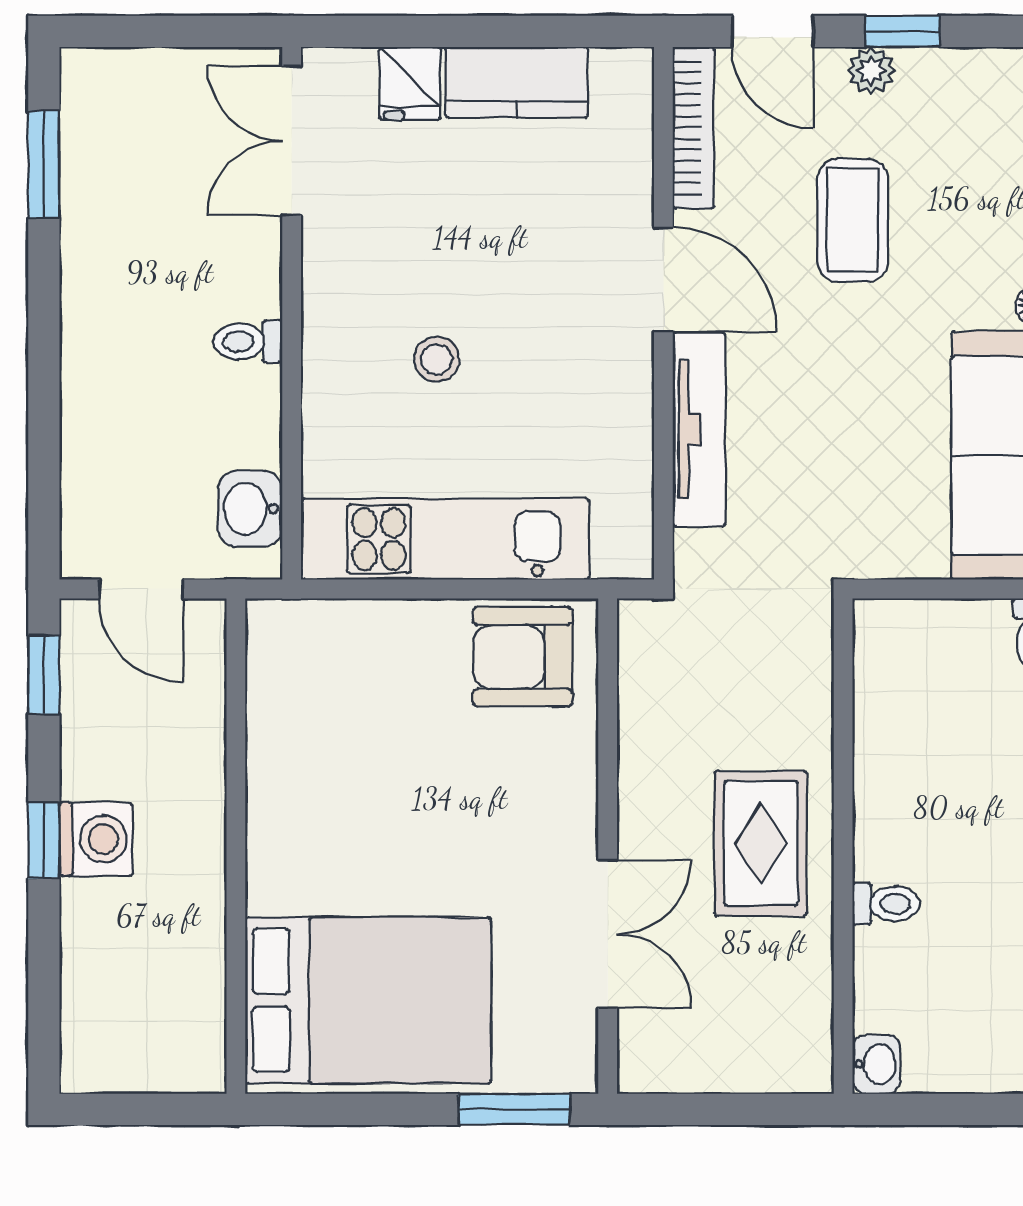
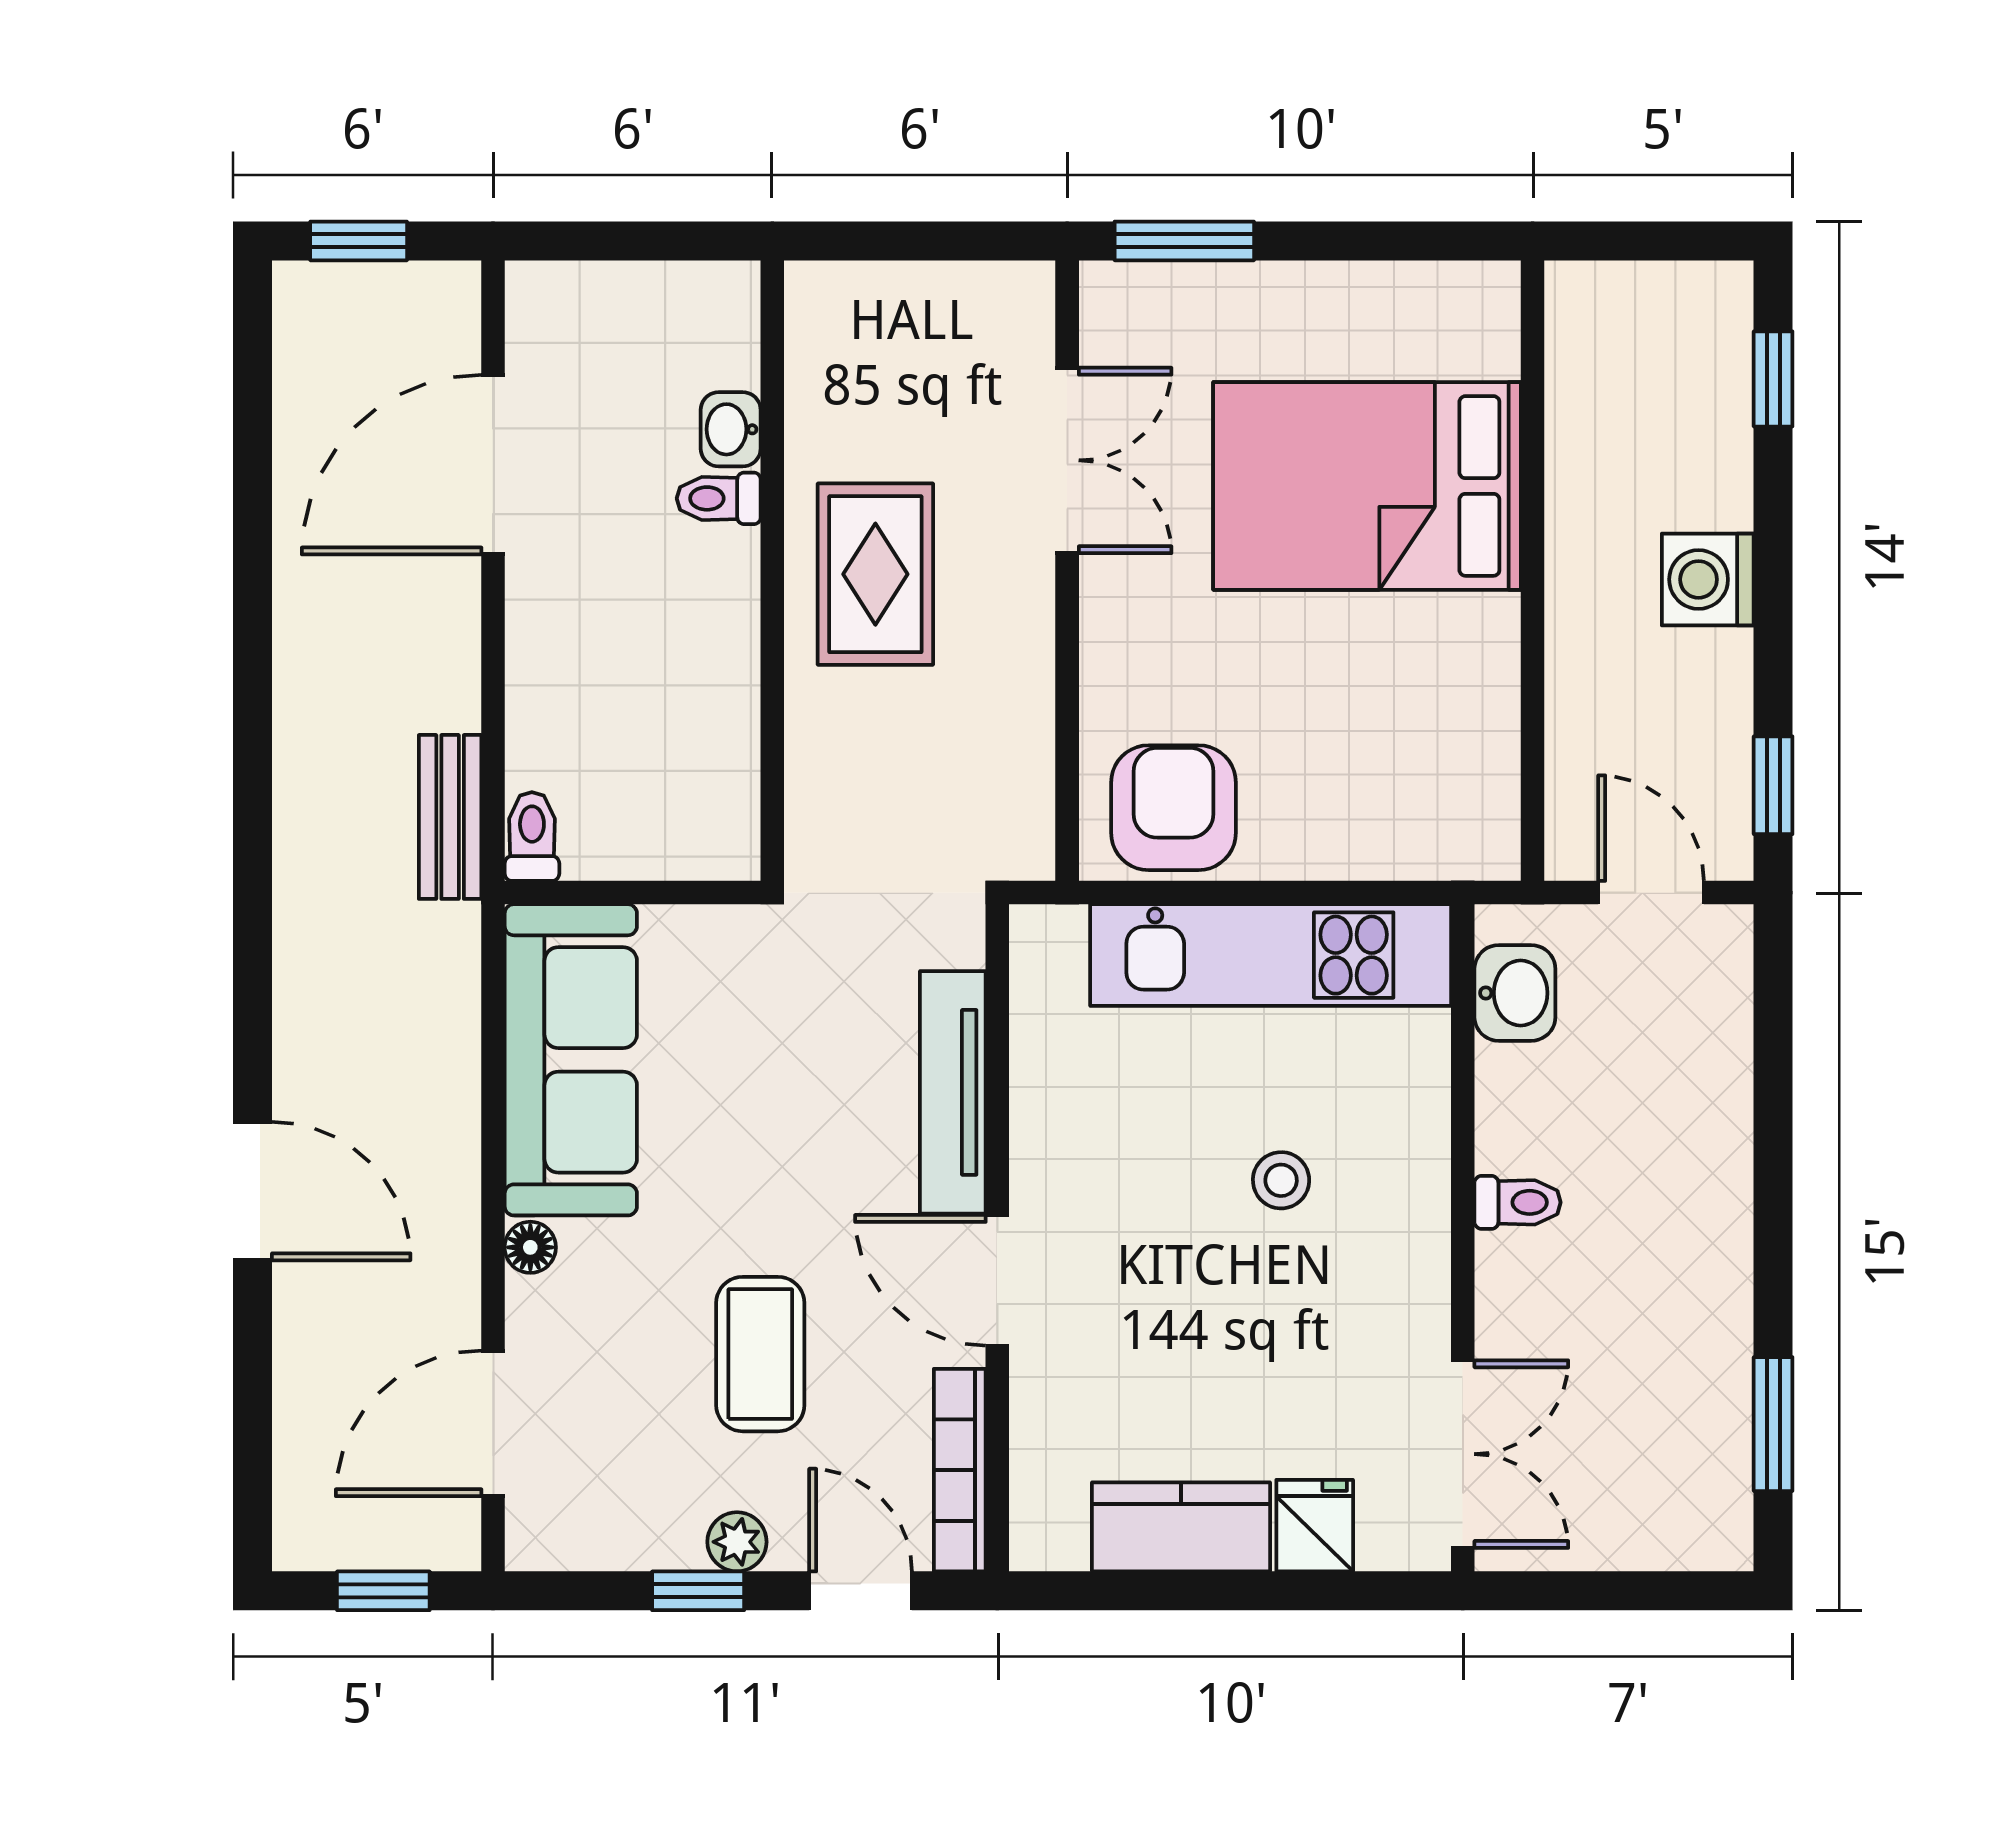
armchair: (523, 657) -> (1173, 808), turned -90
window: (44, 840) -> (1773, 379), moved
double door: (608, 934) -> (1067, 460), swing flipped
bed: (368, 1000) -> (1367, 486), moved
washbasin: (876, 1064) -> (731, 429), moved

